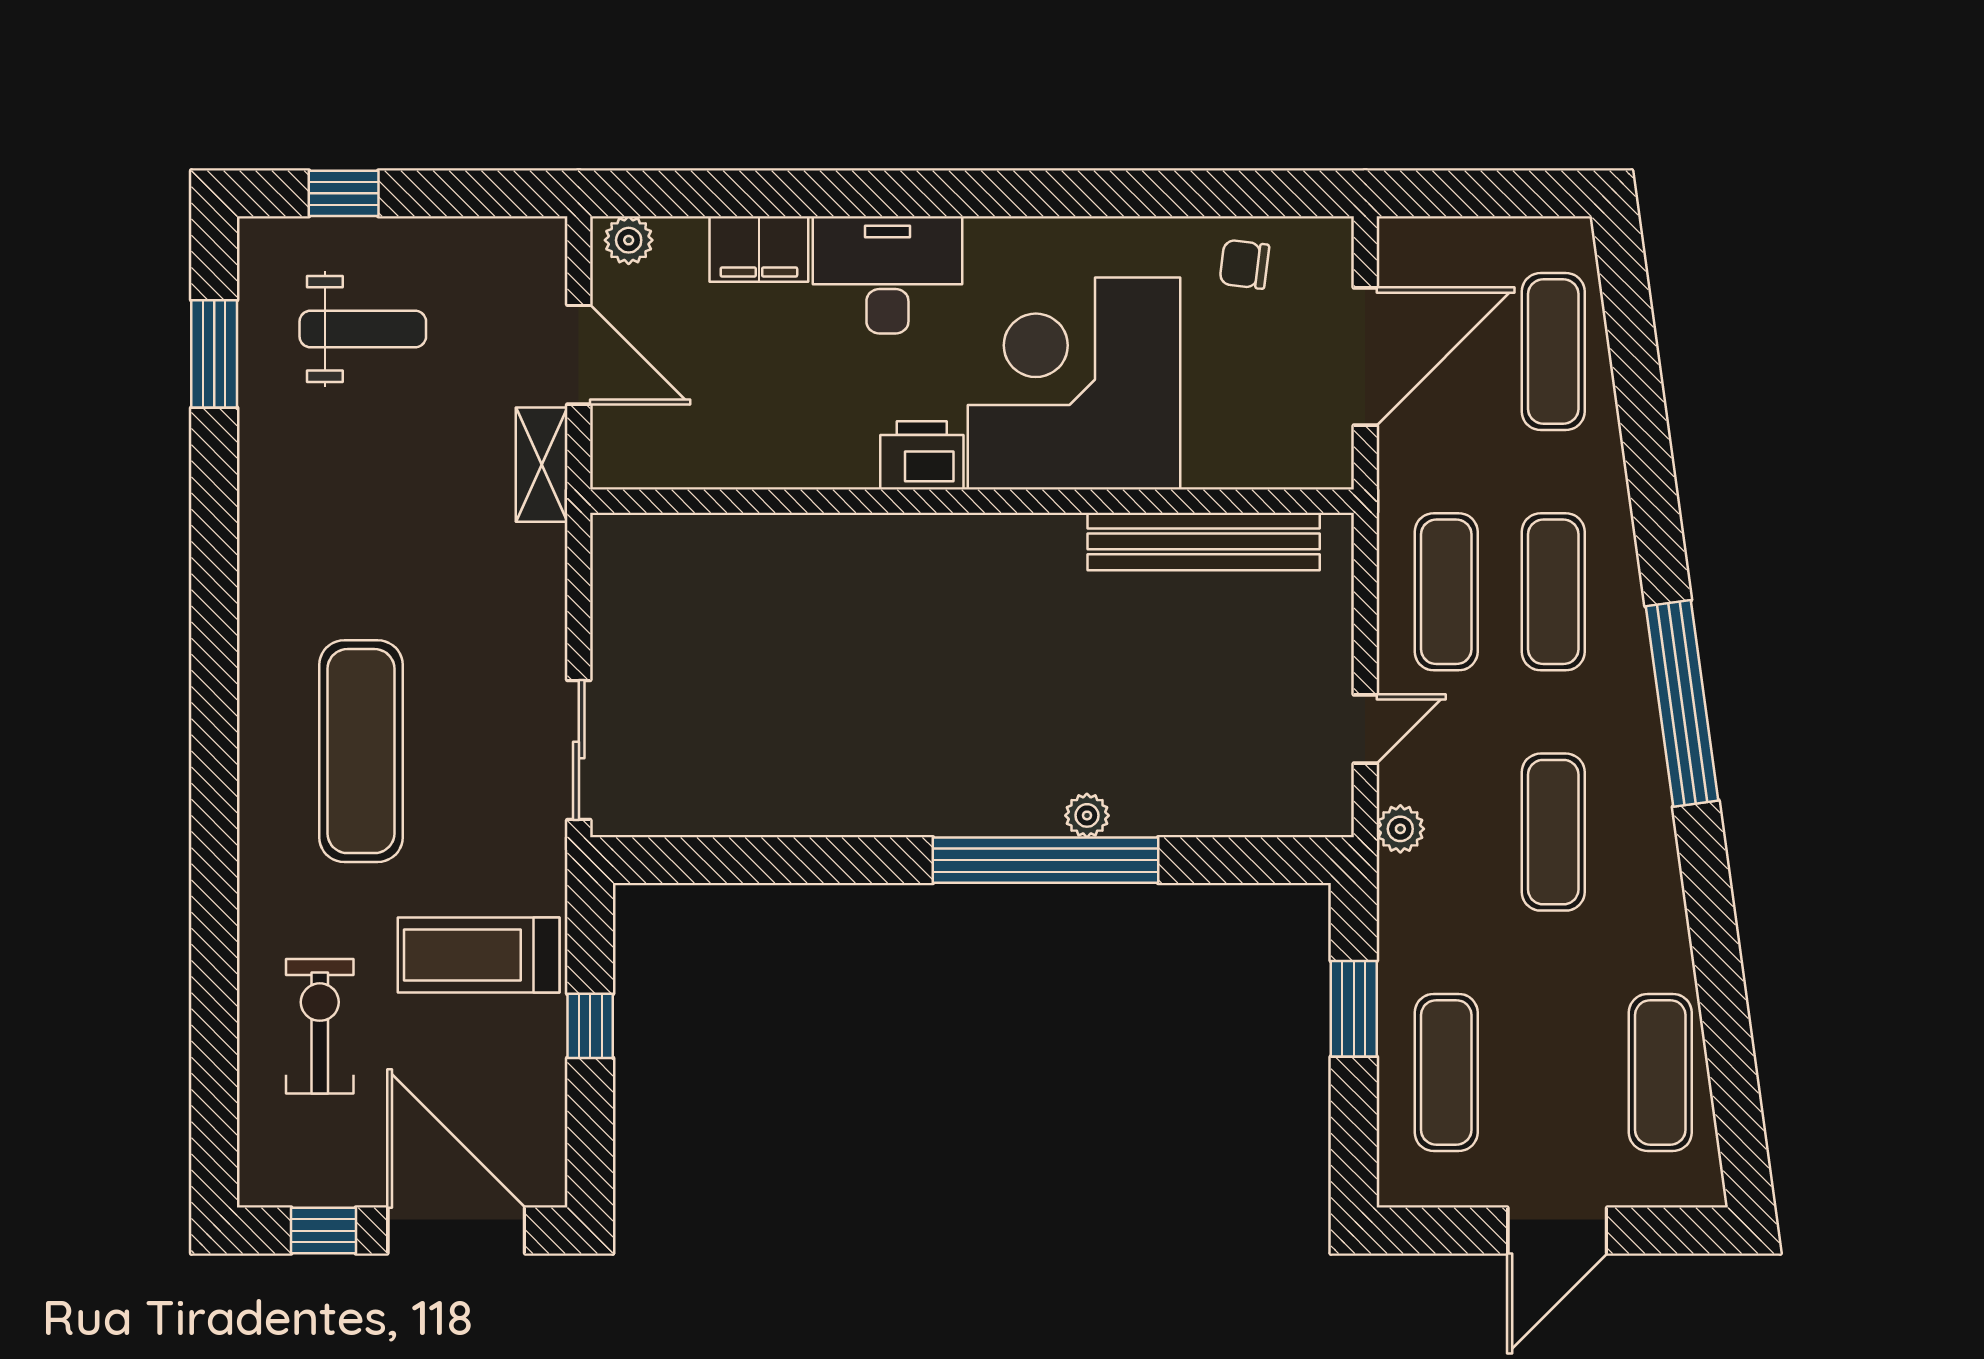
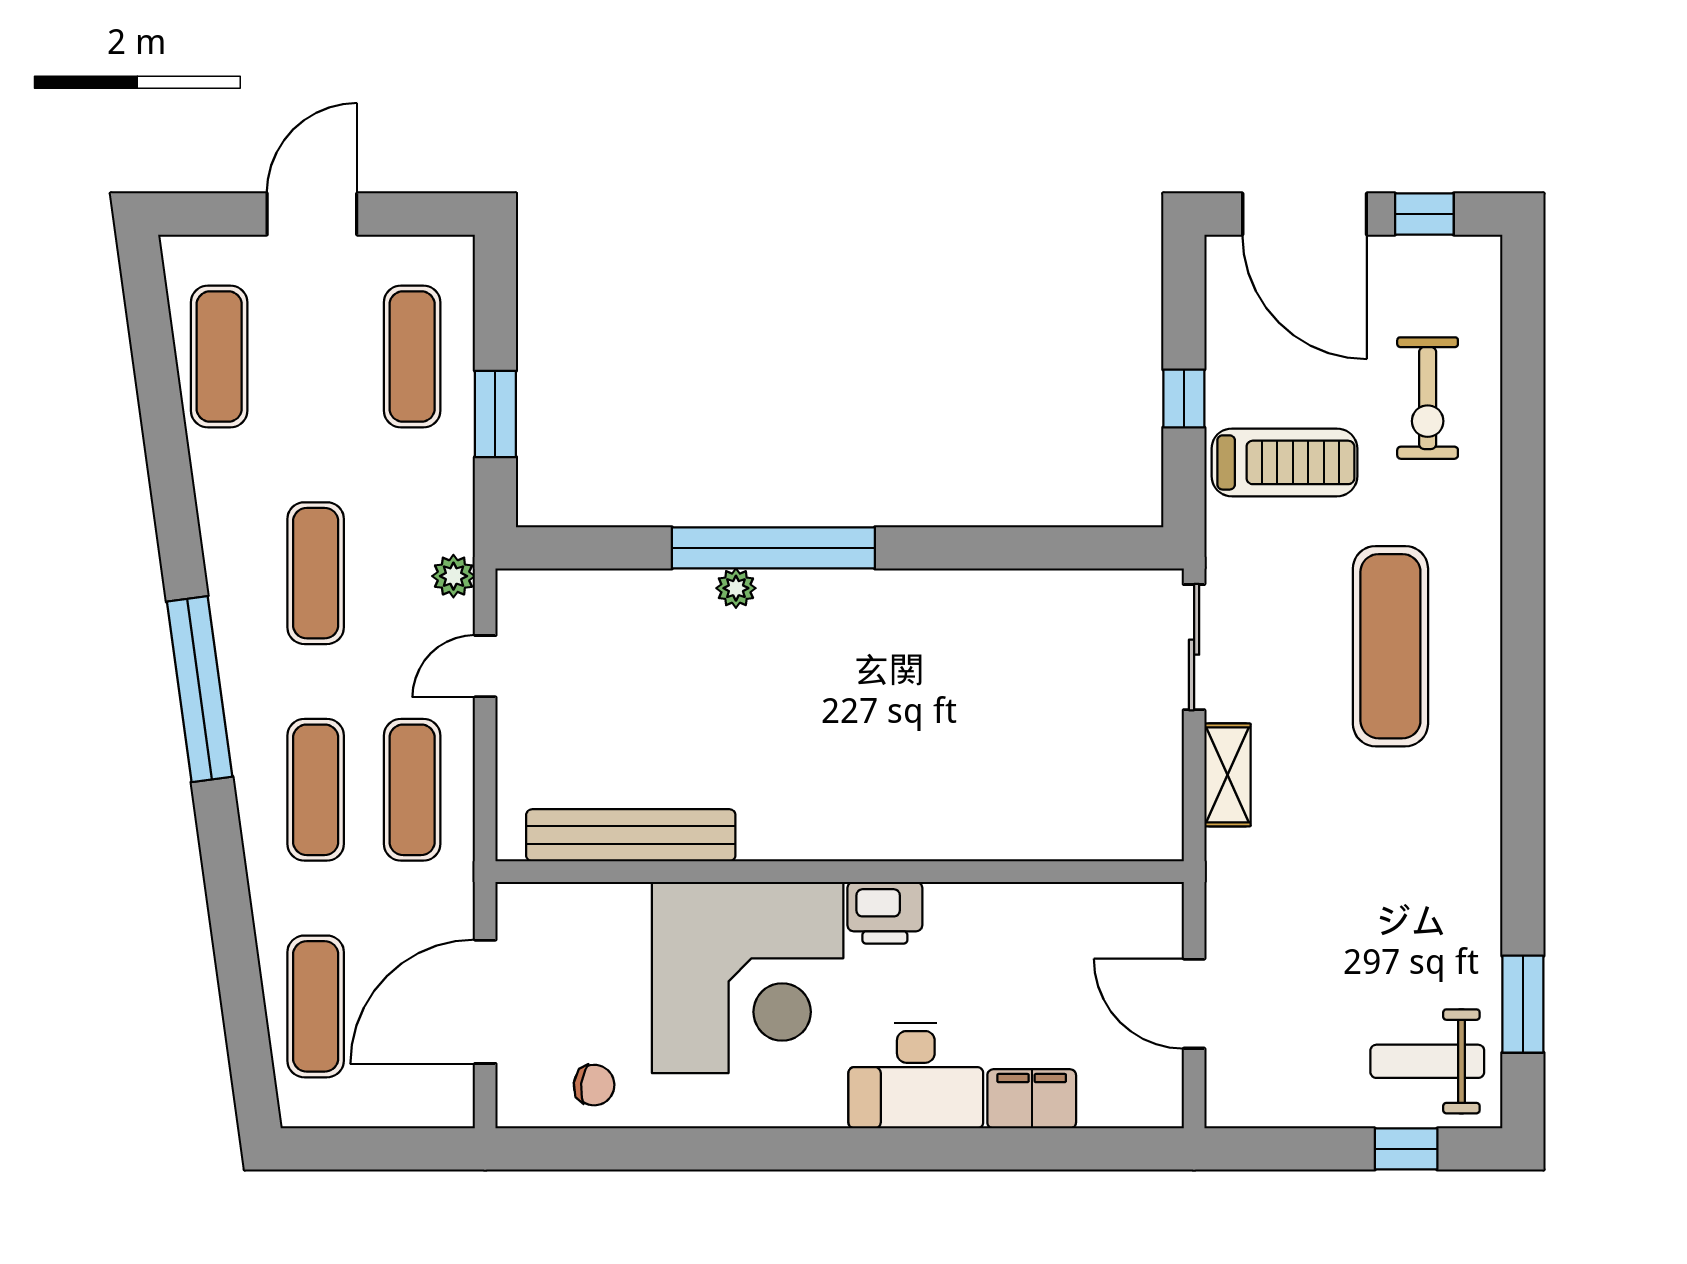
plant: (629, 240) -> (1149, 1107), removed
weight bench: (363, 329) -> (1427, 1061), moved
shelving: (542, 465) -> (1228, 775), moved

